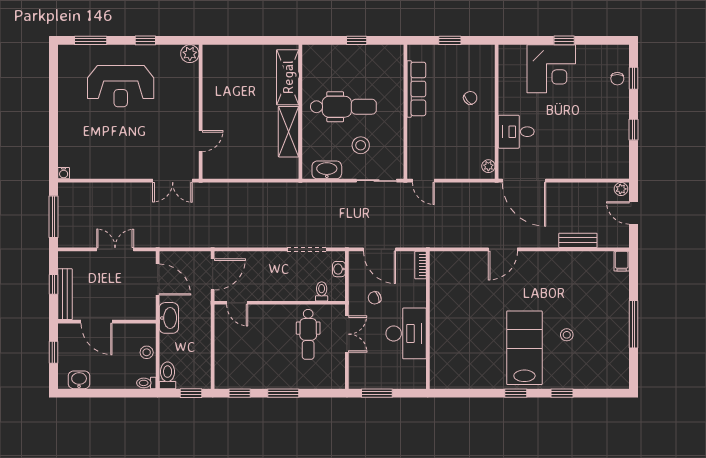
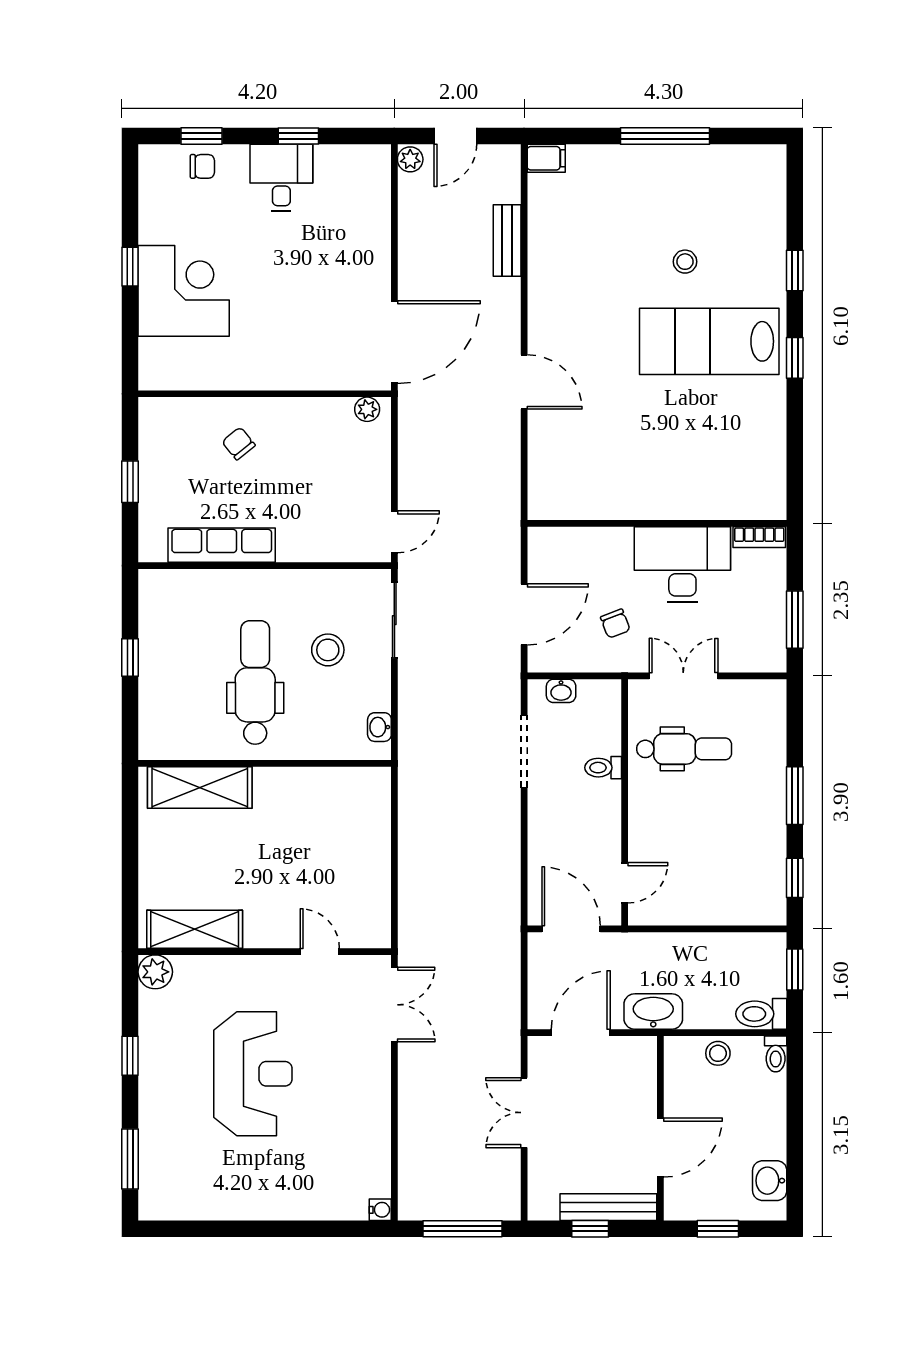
reception desk: (121, 86) -> (253, 1074), moved
shelving: (289, 132) -> (195, 929), moved
desk: (516, 132) -> (281, 178), moved, turned 180
washbasin: (327, 170) -> (379, 727), width x0.52, depth x0.69
bookcase: (421, 265) -> (759, 537), moved
toilet: (322, 291) -> (603, 768), moved

